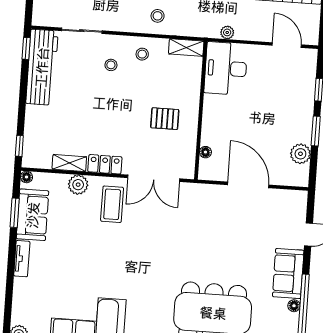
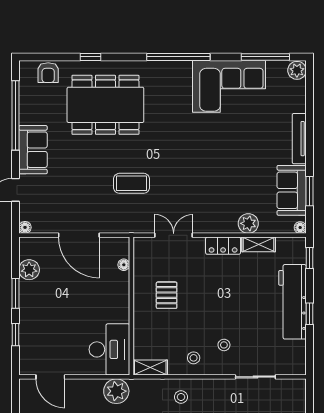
plant: (227, 32) -> (116, 391), width x1.88, depth x1.88
window: (26, 48) -> (310, 314), moved
workbench: (42, 67) -> (292, 302), moved
pallet: (165, 119) -> (167, 295), turned 90
double door: (154, 178) -> (174, 235), width x0.73
coffee table: (112, 204) -> (132, 183), moved, turned 90
tv unit: (22, 259) -> (299, 139), width x1.41
floor lamp: (294, 306) -> (25, 227), moved

